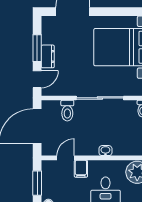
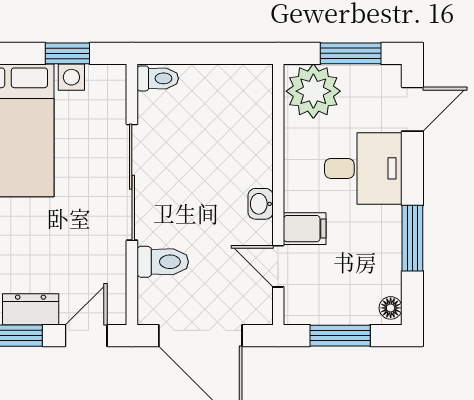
door: (37, 79) -> (86, 336), hinge flipped
washbasin: (105, 151) -> (261, 204), moved

